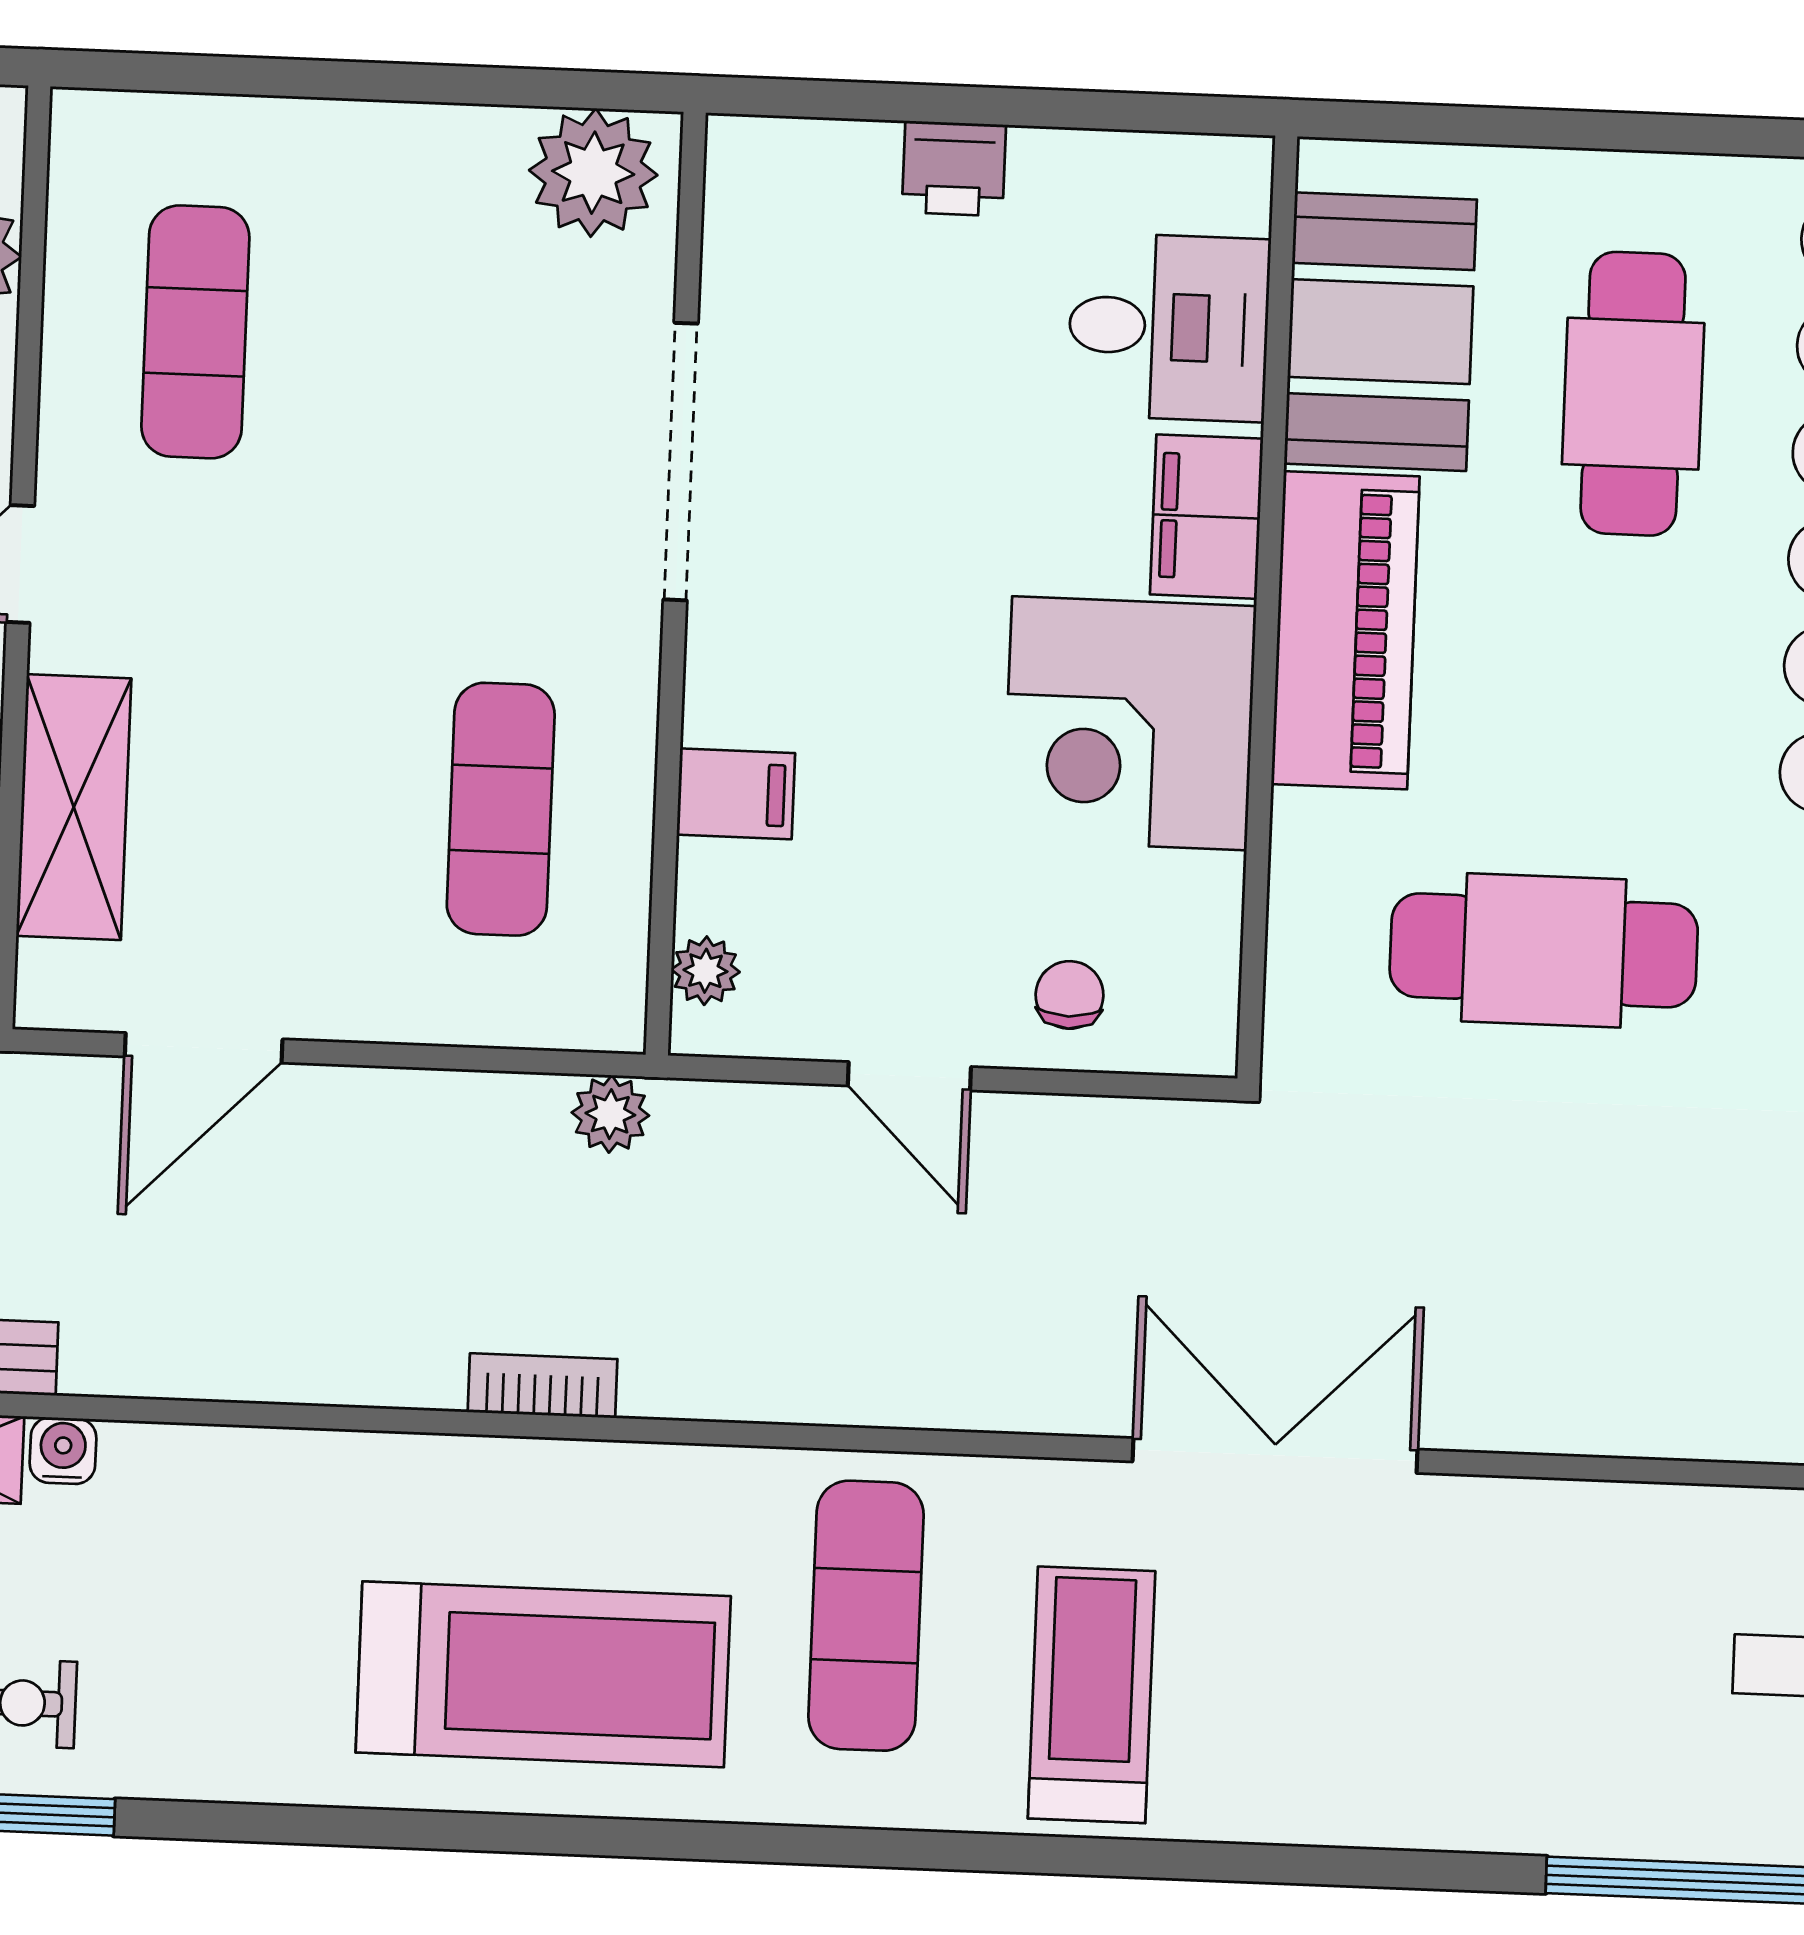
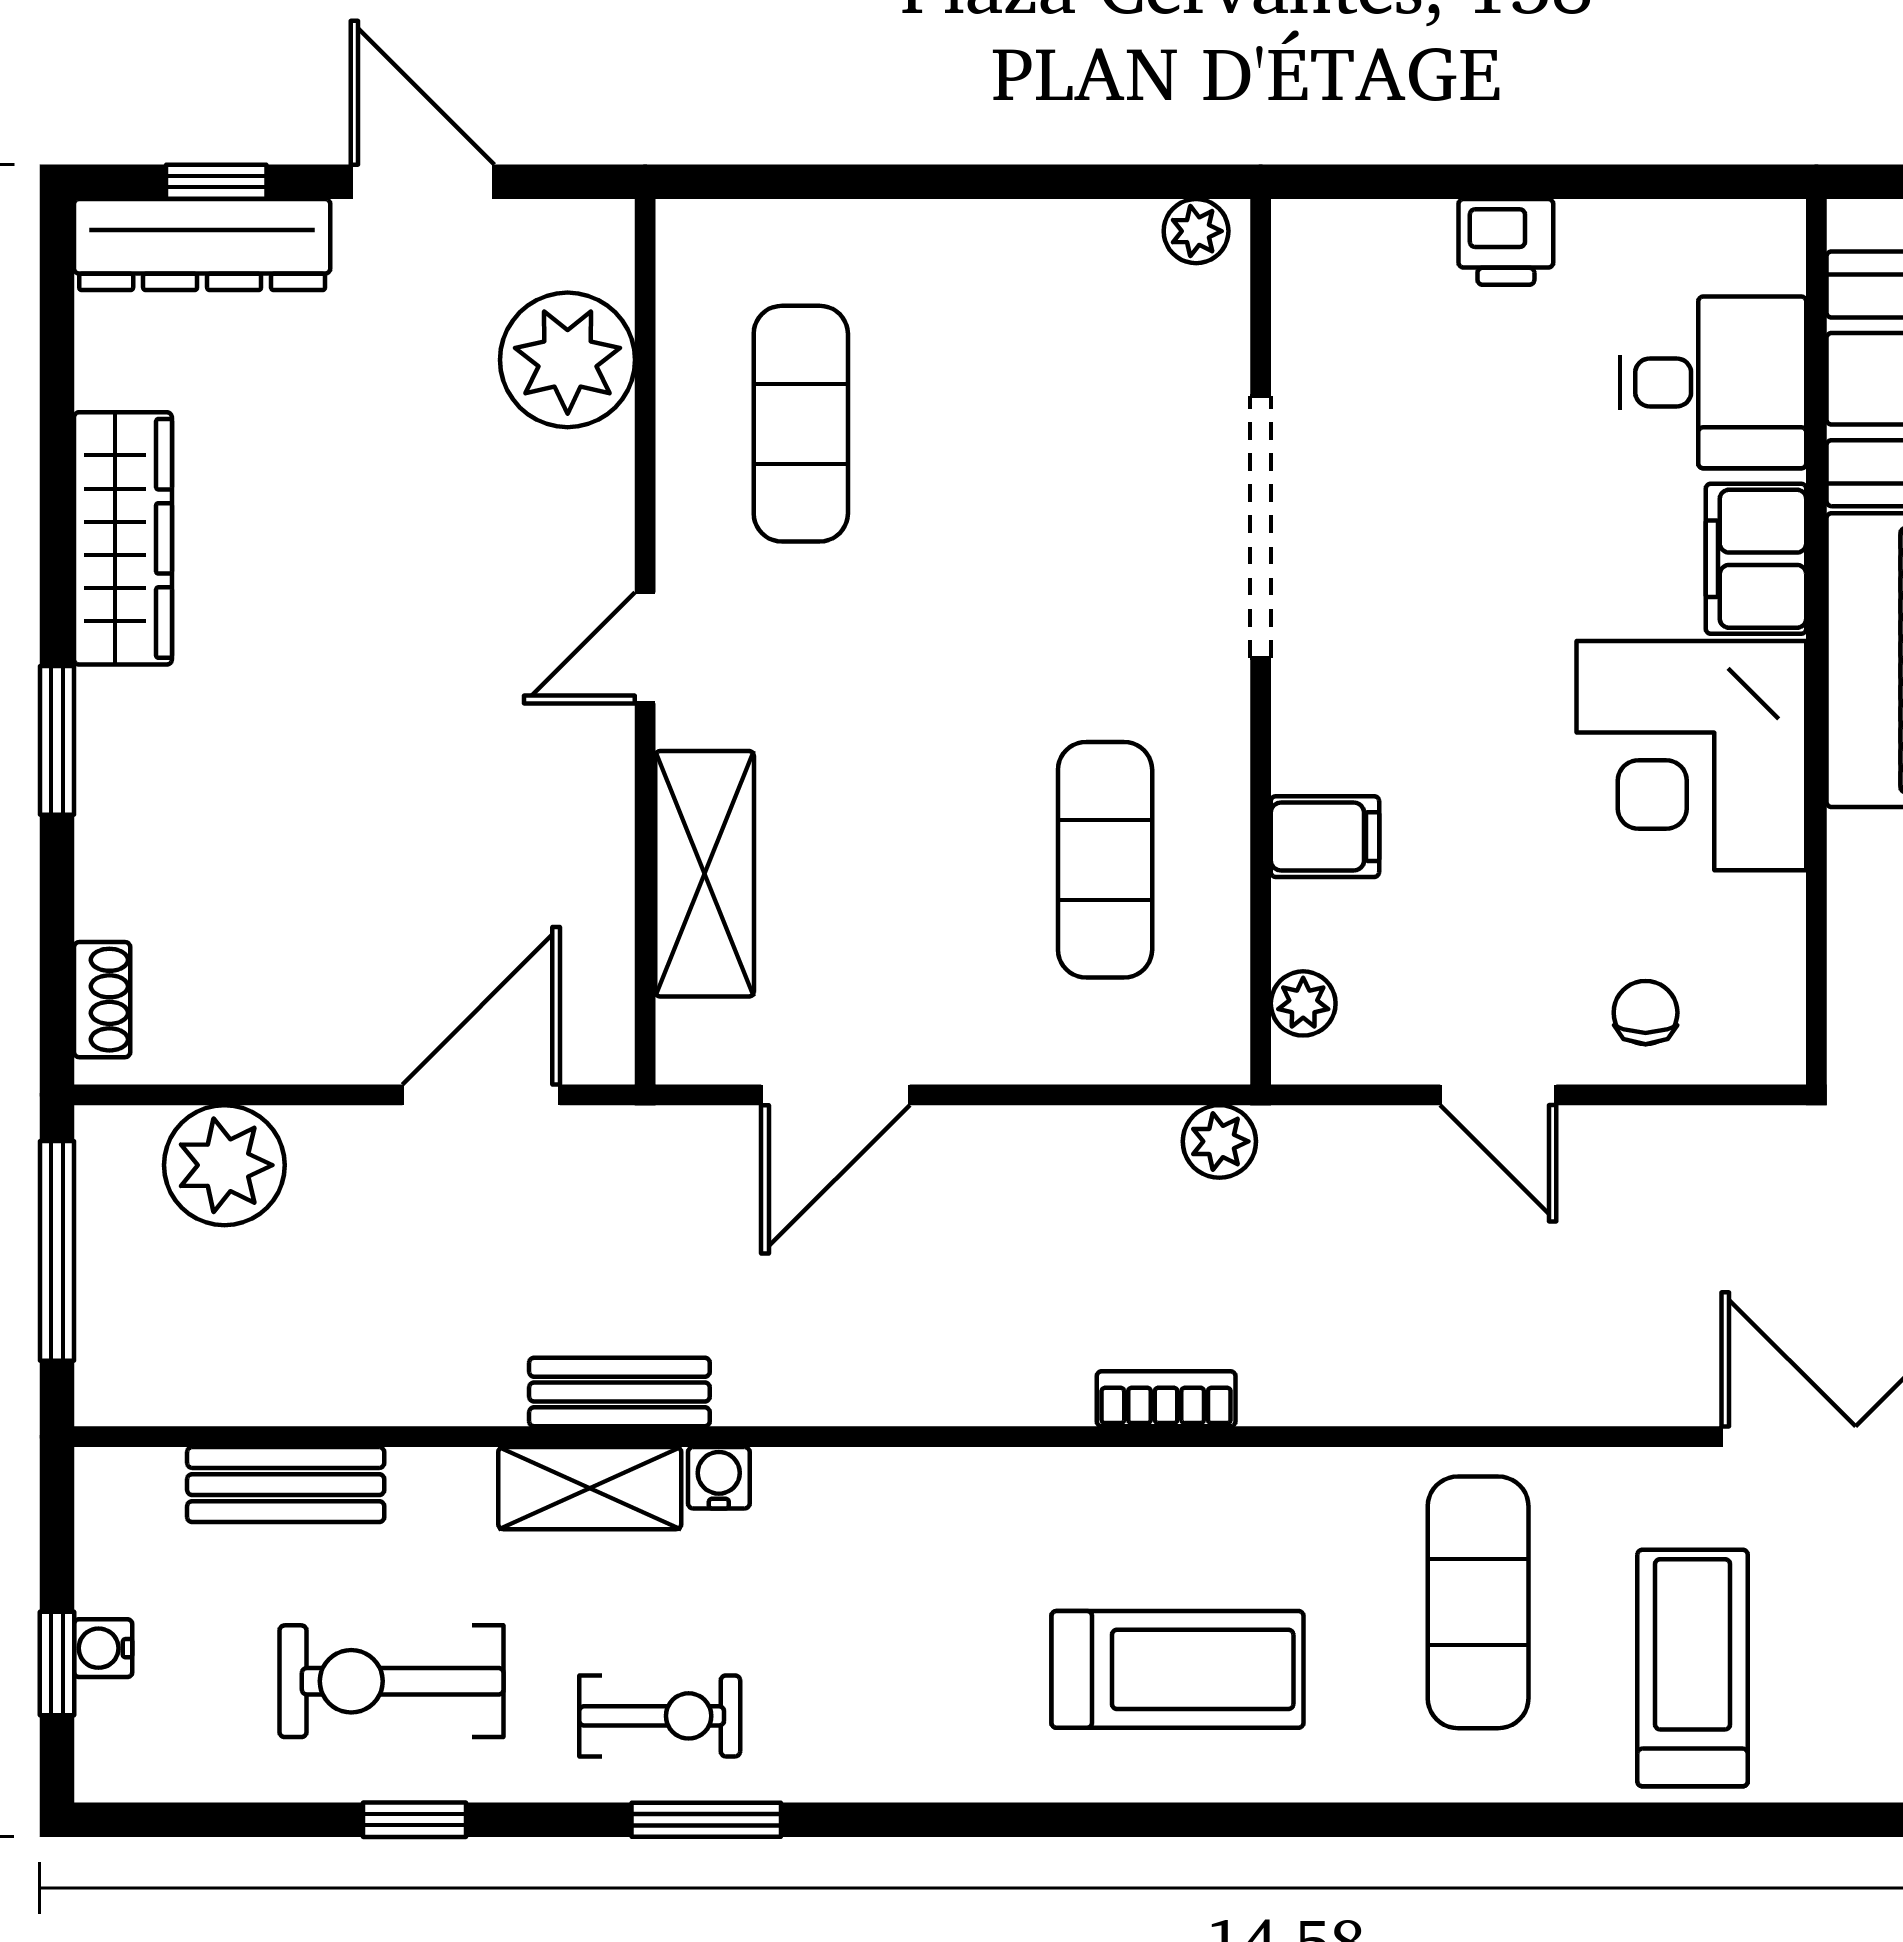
plant: (593, 173) -> (1196, 231), width x0.53, depth x0.53
treadmill: (543, 1674) -> (1178, 1669), width x0.73, depth x0.73

